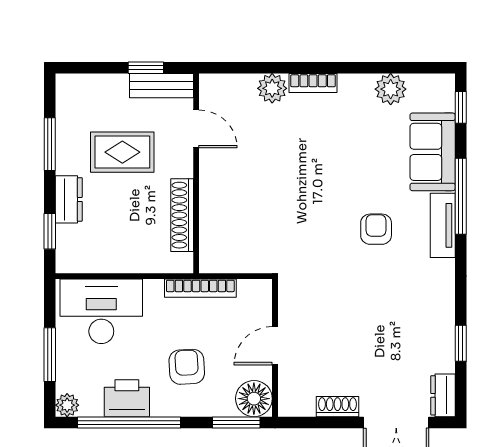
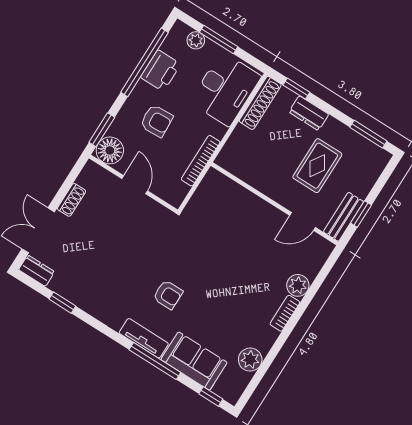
window: (50, 144) -> (368, 134), moved
shoe rack: (182, 215) -> (260, 103), moved, turned 90
plant: (67, 405) -> (196, 40), moved

